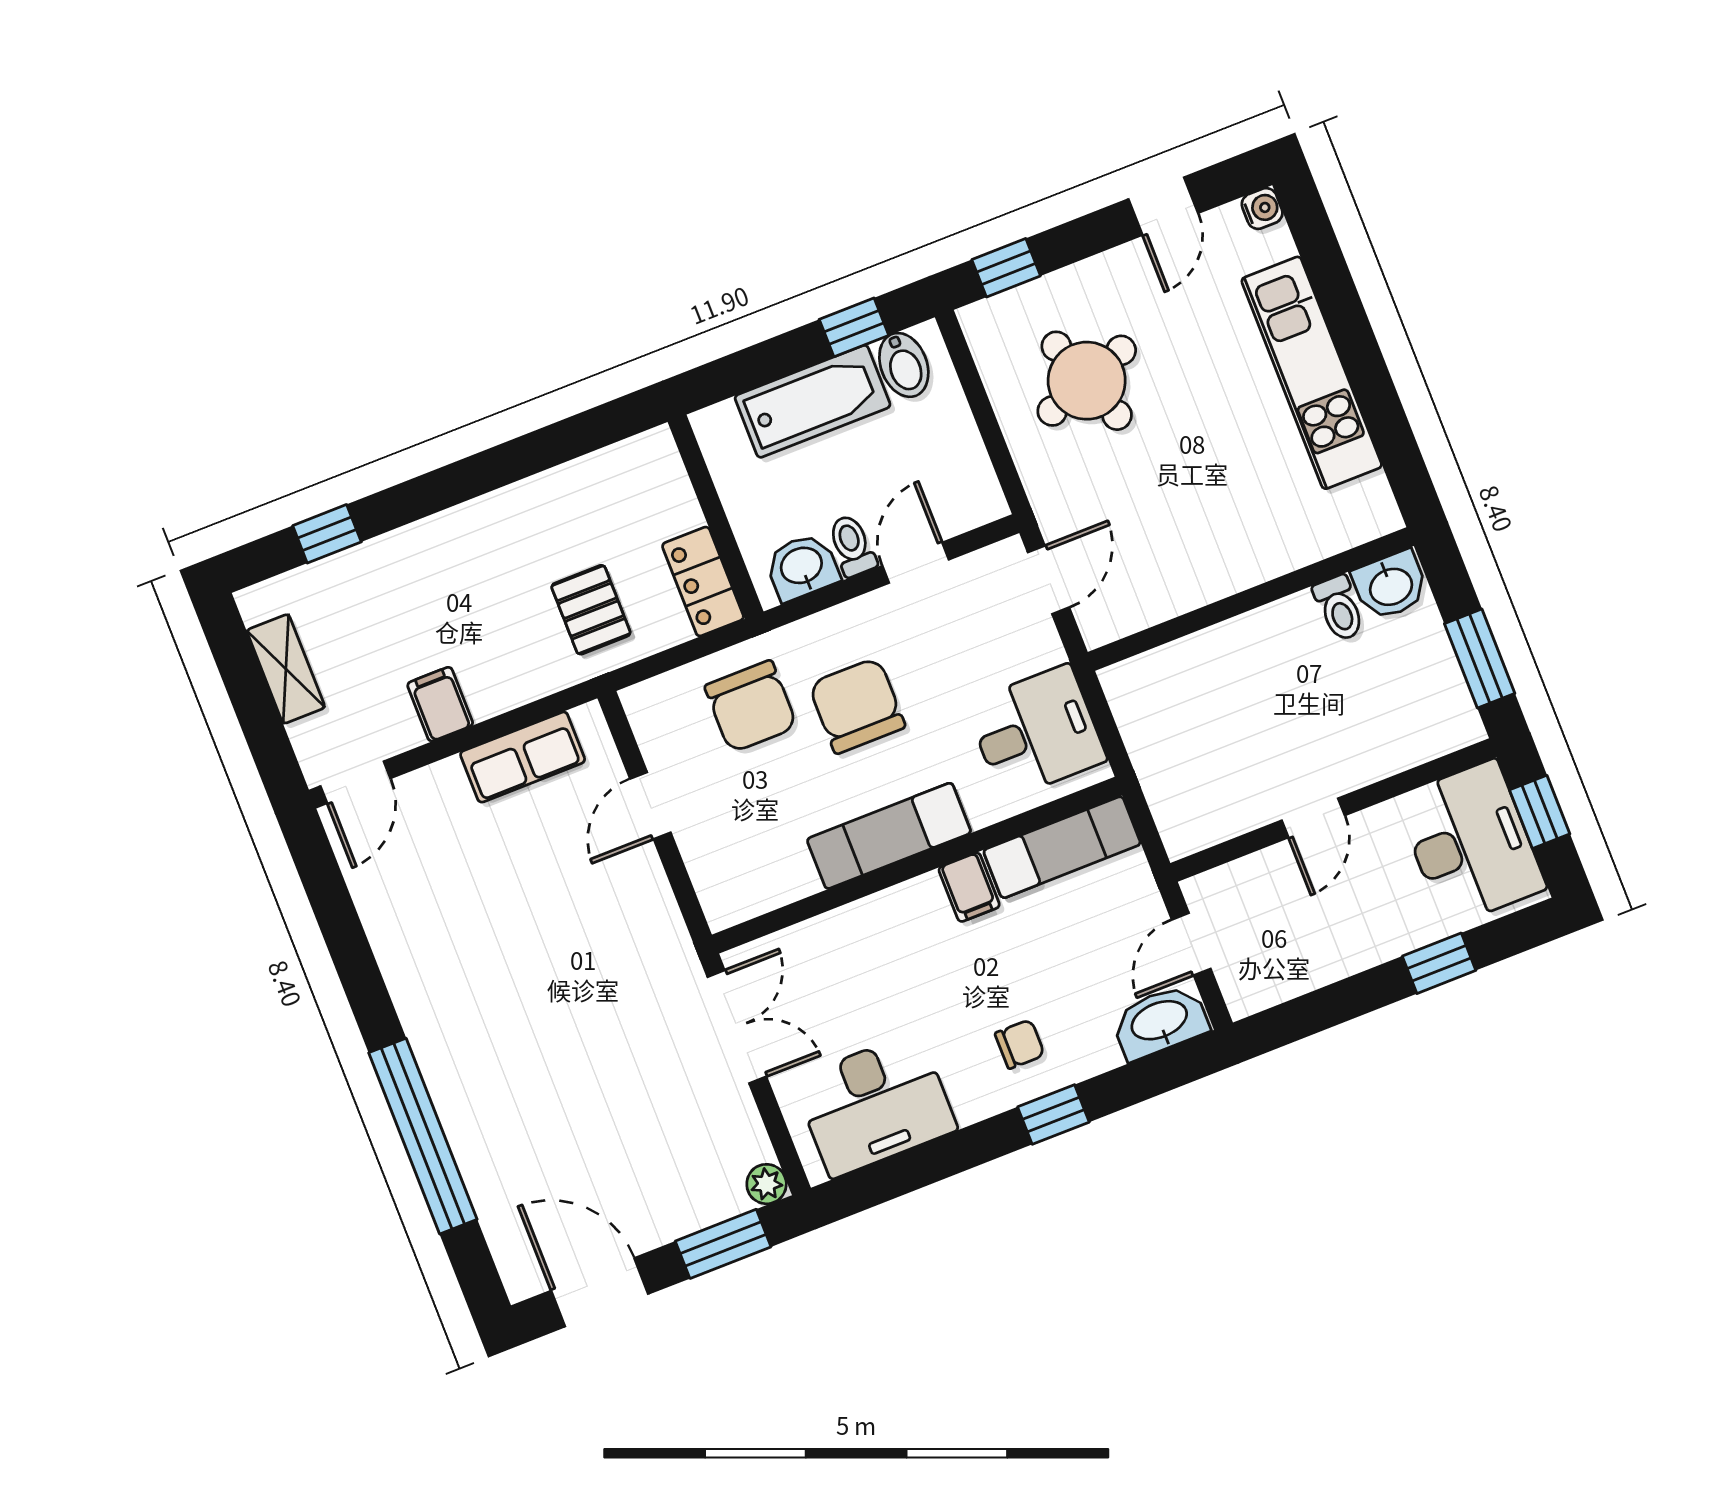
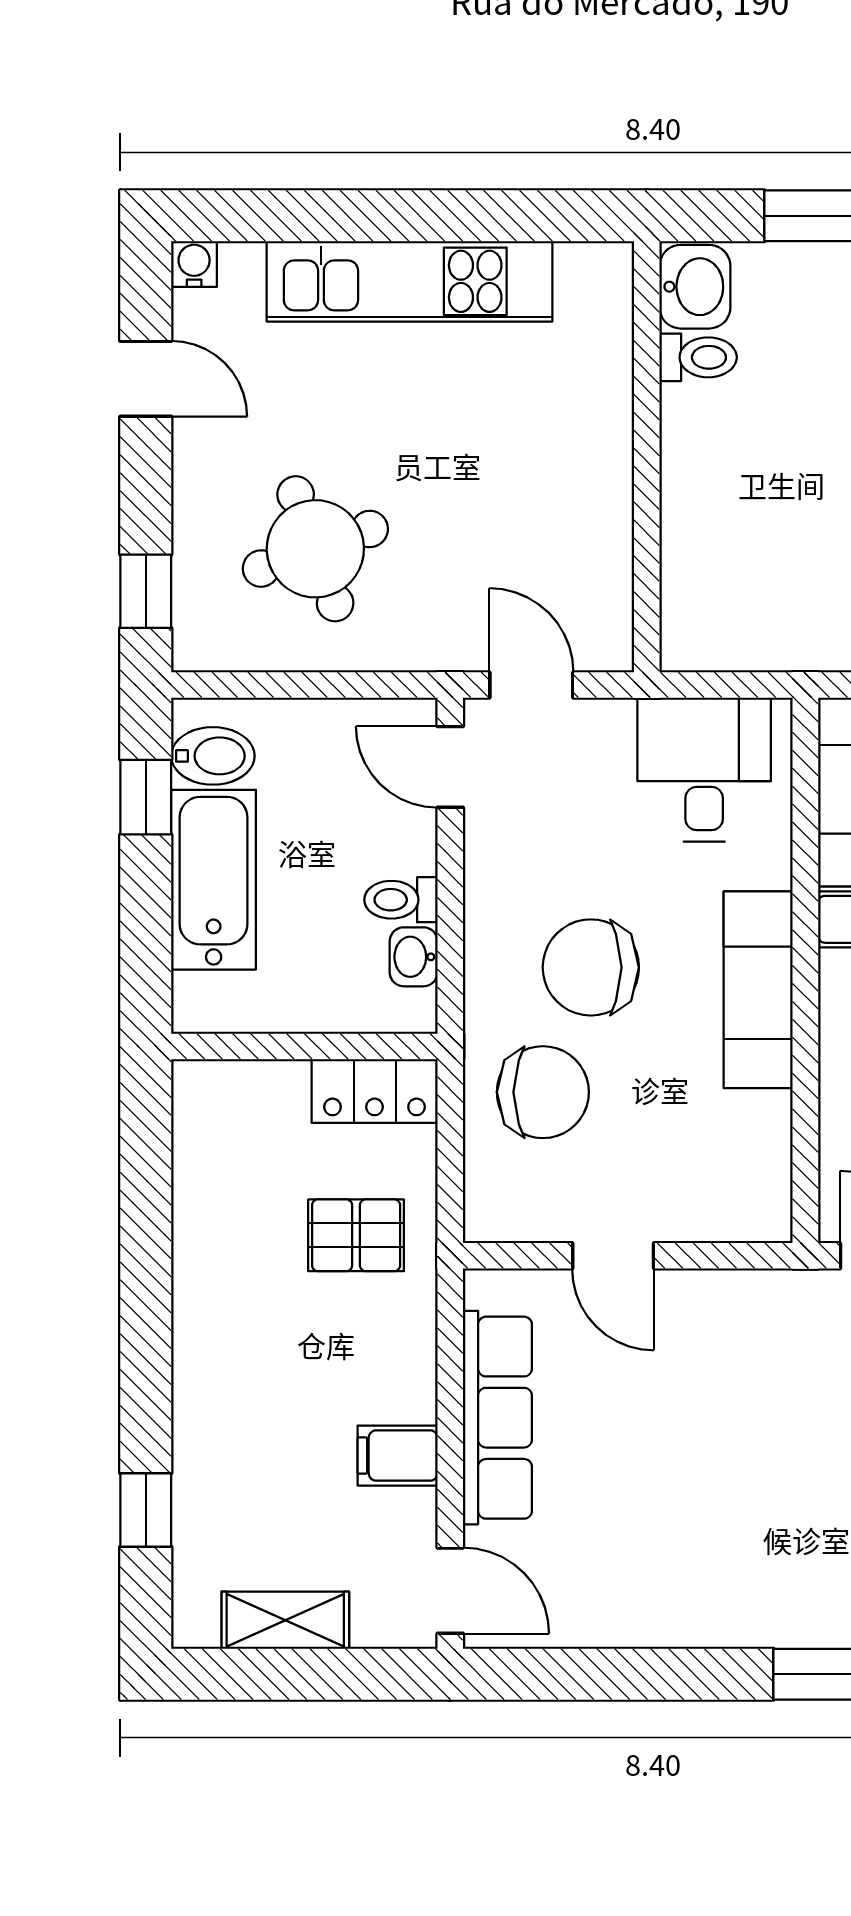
door: (916, 563) -> (450, 767), moved
washbasin: (802, 567) -> (414, 957), width x0.72, depth x0.69
row of seats: (523, 757) -> (497, 1418), width x1.48

